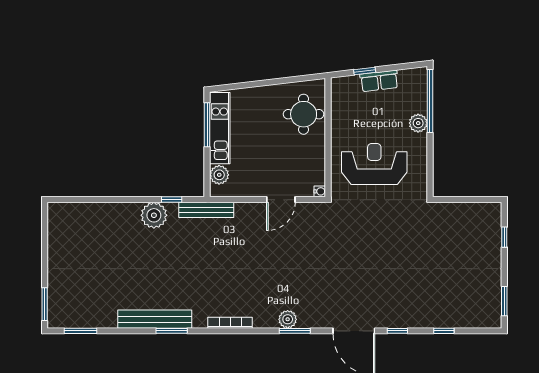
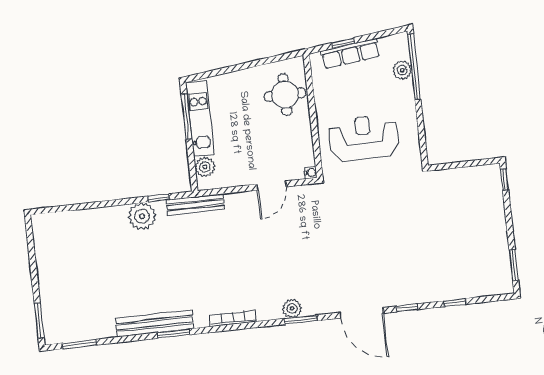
row of seats: (379, 81) -> (350, 54), width x1.48
plant: (418, 123) -> (402, 70), moved
window: (504, 237) -> (504, 179), moved

